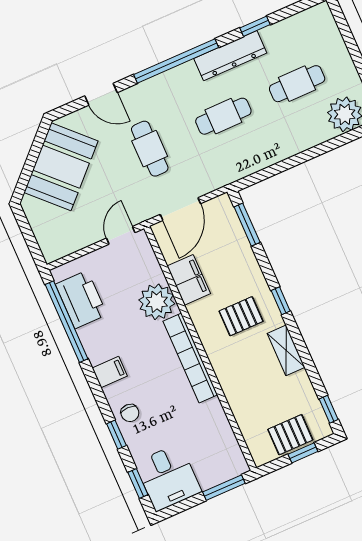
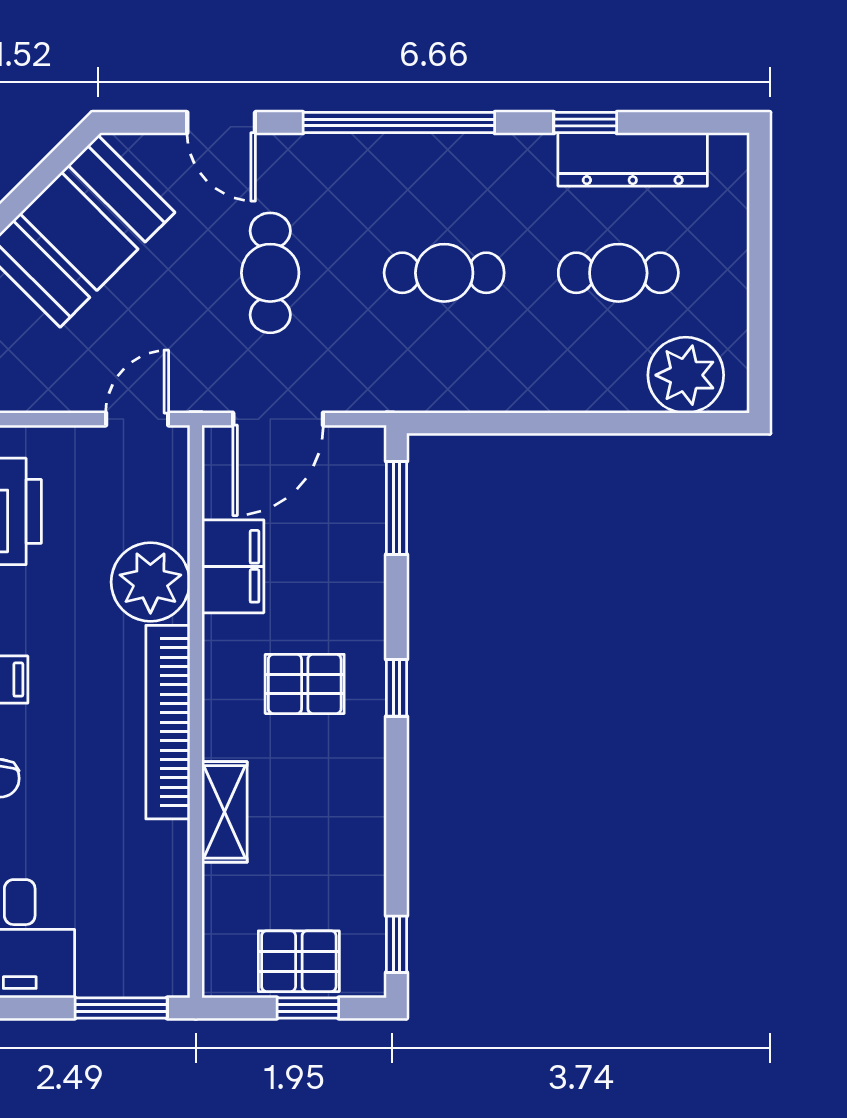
dresser: (230, 56) -> (633, 159), moved
shelving: (286, 350) -> (225, 812), moved

